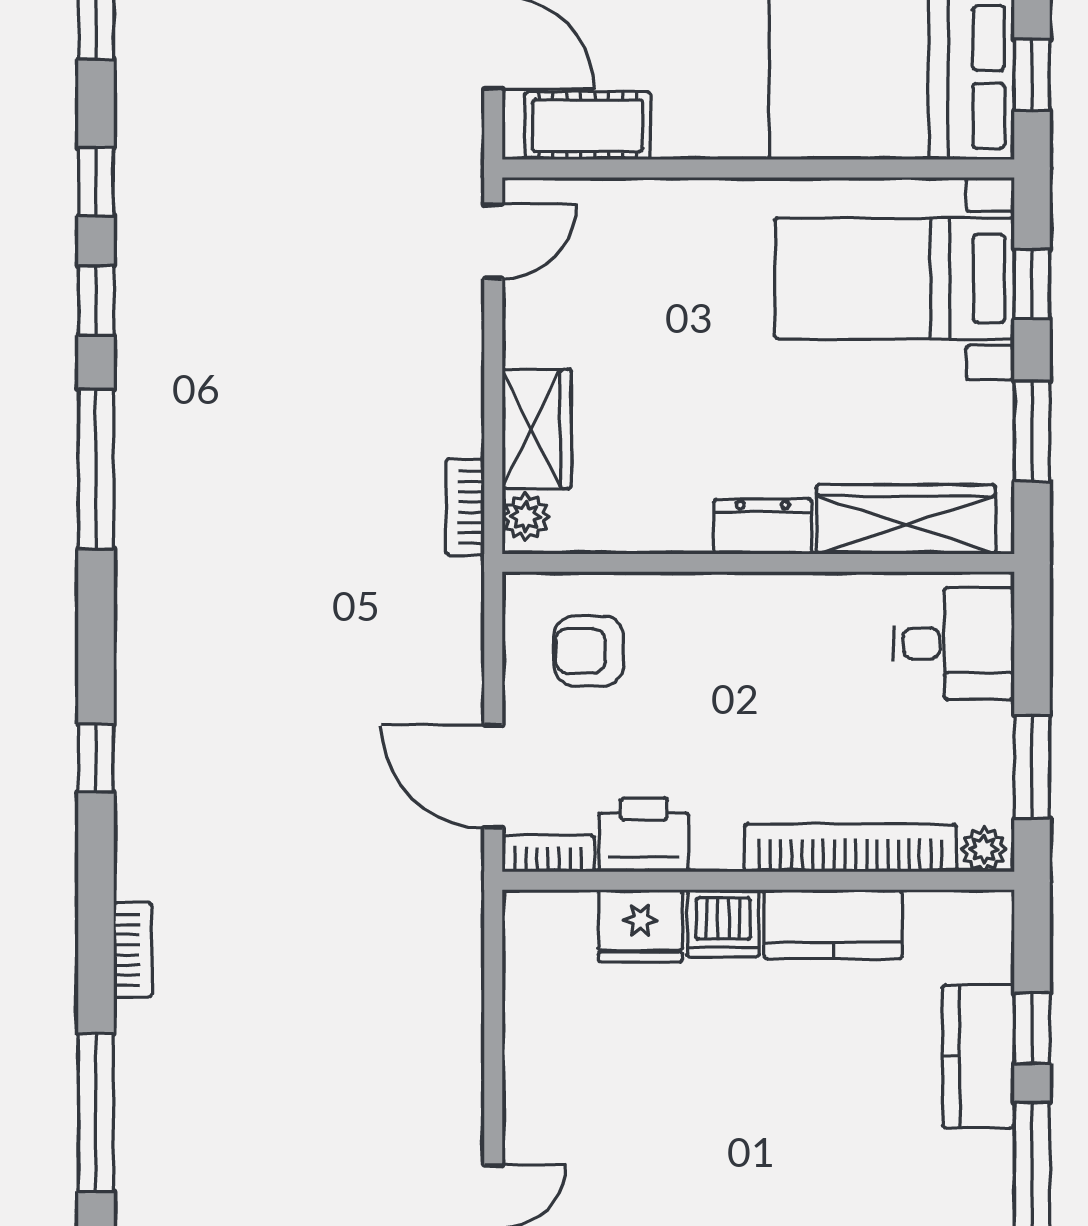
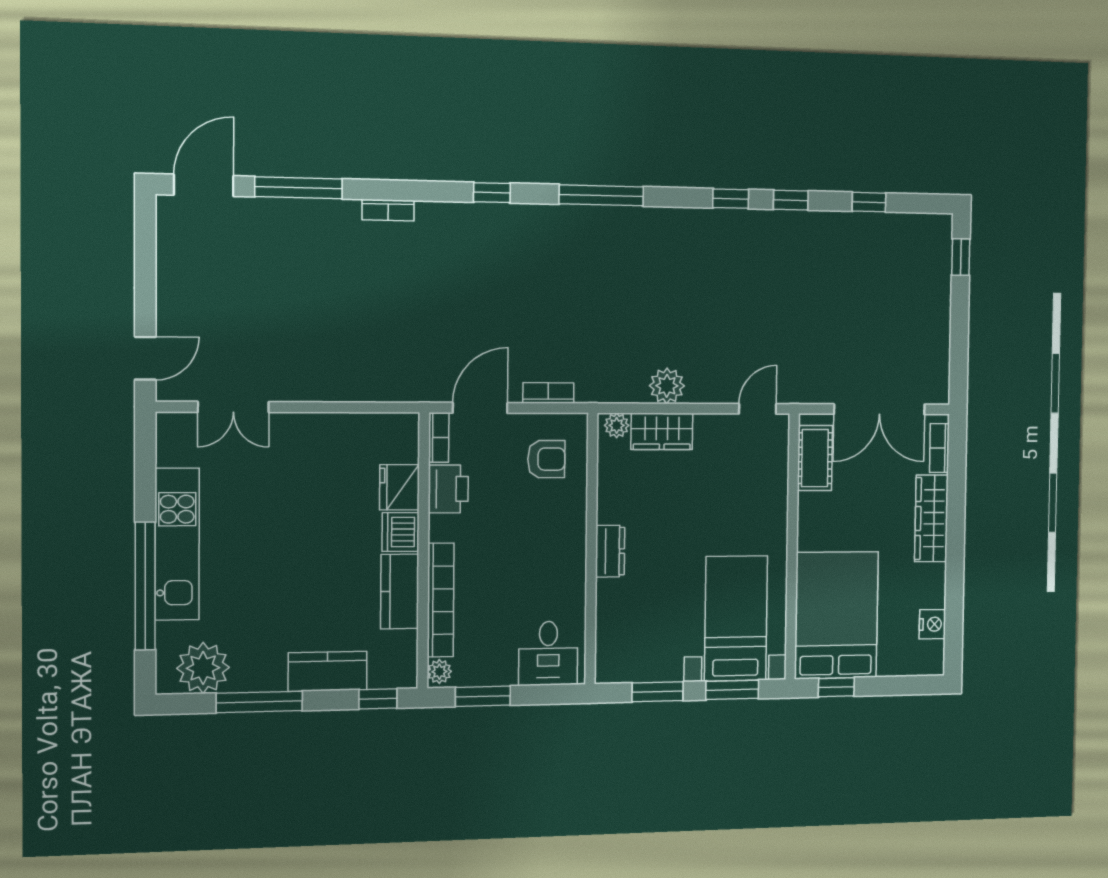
door: (493, 242) -> (758, 409), swing flipped
window: (1032, 284) -> (732, 690), width x1.50
plant: (451, 420) -> (667, 386), added
window: (96, 469) -> (601, 195), moved
bookcase: (465, 507) -> (548, 393), moved
wardrobe: (906, 519) -> (613, 627), removed
armchair: (589, 651) -> (546, 459), turned 90
window: (1032, 1028) -> (378, 699), moved

